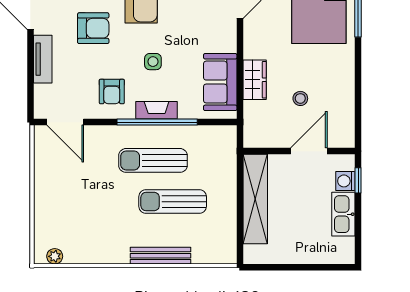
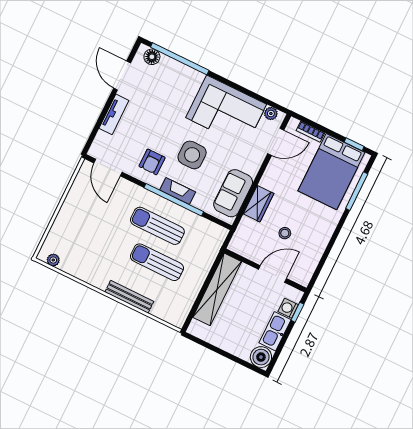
armchair: (93, 28) -> (161, 110), removed
side table: (153, 62) -> (192, 155), width x1.87, depth x1.87
boiler: (342, 251) -> (261, 357), added

